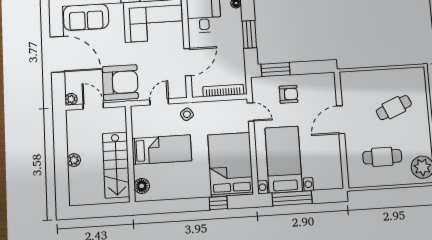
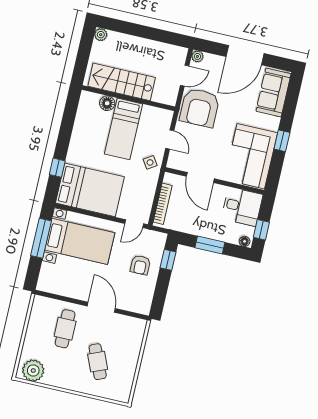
window: (276, 70) -> (168, 260), width x0.67
cafe table: (382, 157) -> (65, 329), moved
plant: (74, 160) -> (101, 35), moved
floor lamp: (142, 186) -> (107, 103), moved

